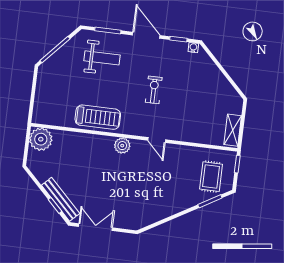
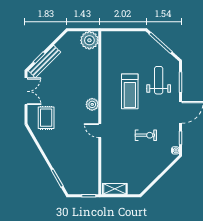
weight bench: (102, 58) -> (159, 80), turned 180
exercise bike: (154, 90) -> (146, 135), moved
treadmill: (98, 117) -> (130, 91), moved
door: (157, 140) -> (100, 131), hinge flipped
rug: (211, 177) -> (46, 118), moved, turned 90

